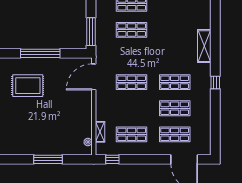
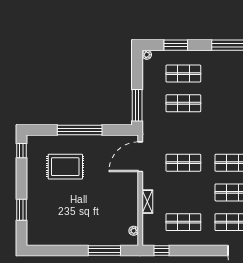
shelving: (100, 132) -> (147, 202), moved
window: (48, 159) -> (104, 251), moved

